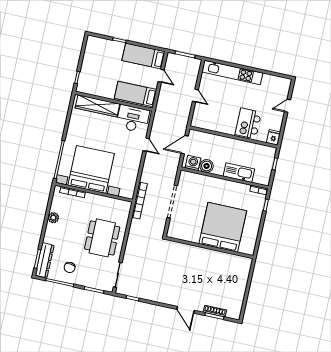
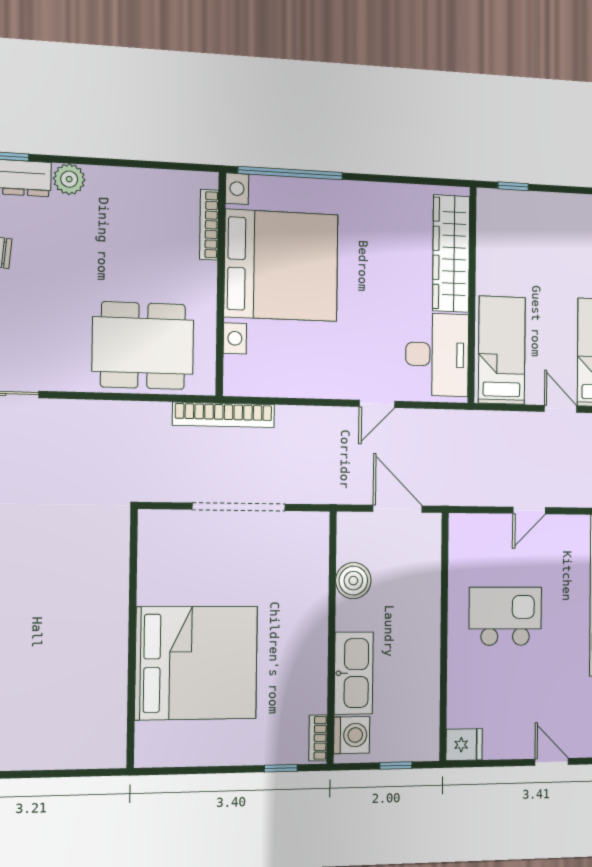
door: (161, 76) -> (561, 409), swing flipped
kitchen island: (248, 123) -> (505, 616), moved
washing machine: (193, 163) -> (352, 735), moved
plant: (53, 218) -> (69, 179), moved
dining table: (102, 238) -> (143, 346), moved

